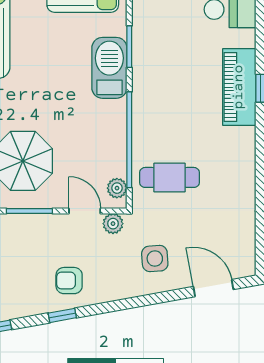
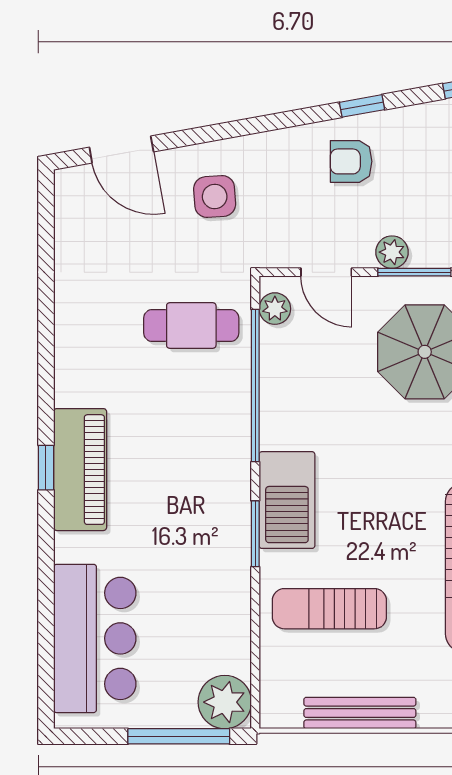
plant: (113, 224) -> (392, 252), moved
armchair: (69, 281) -> (351, 161), turned 180

